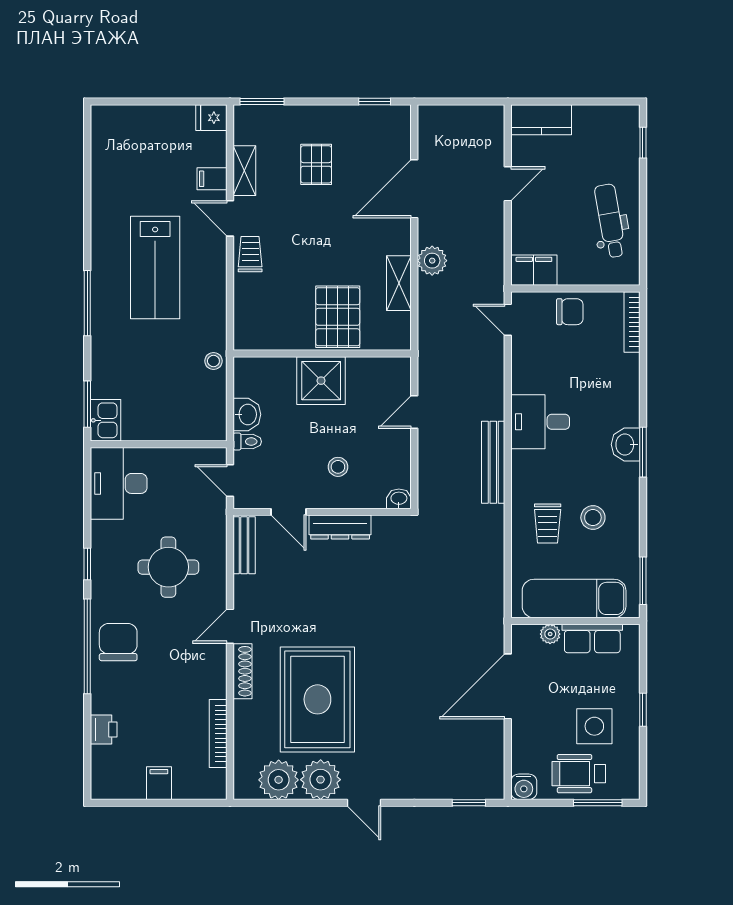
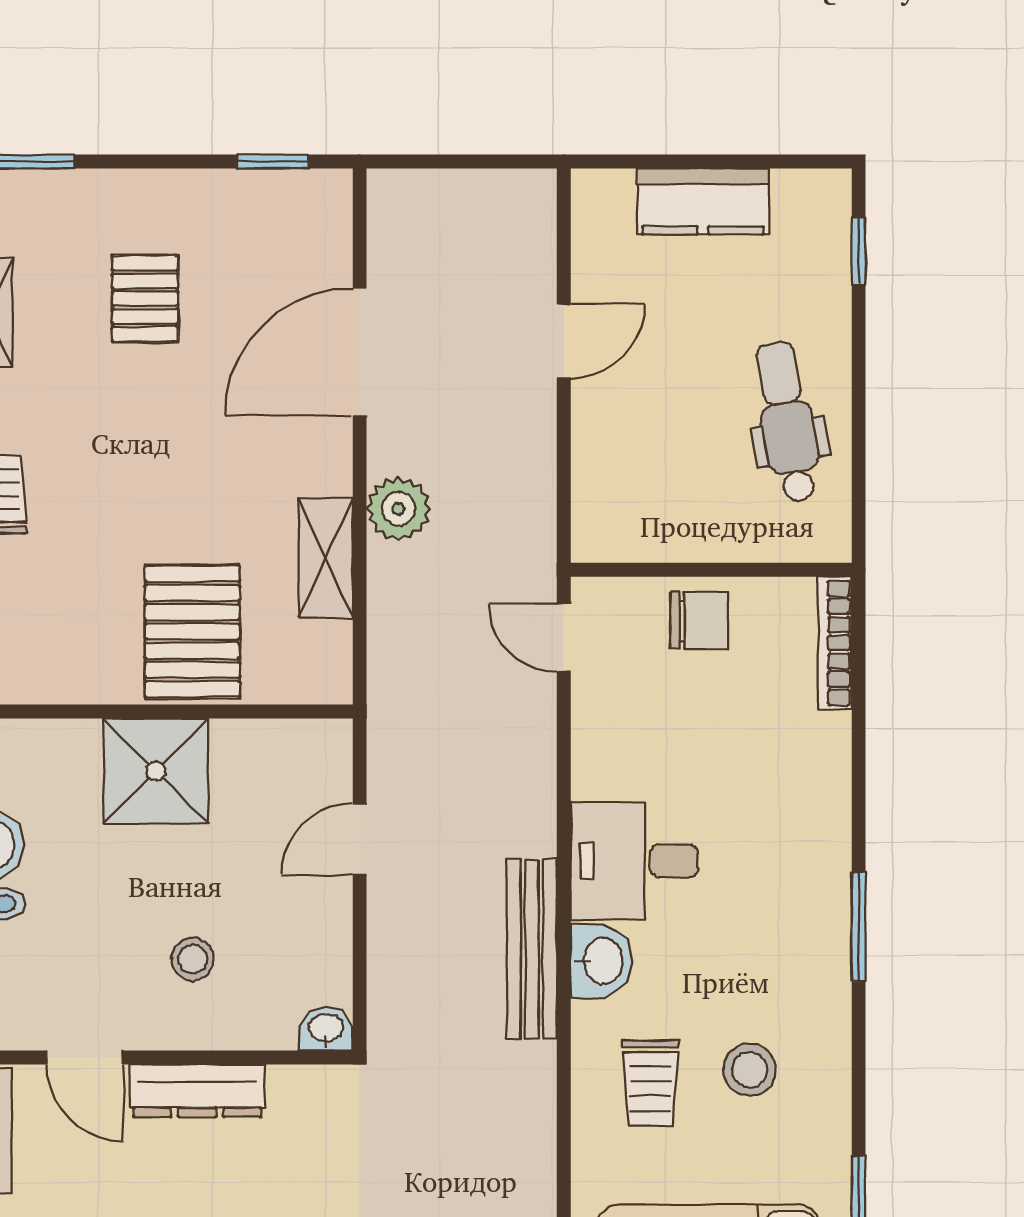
kitchen counter: (541, 120) -> (703, 201), moved
filing cabinet: (534, 270) -> (621, 529), removed
washbasin: (626, 444) -> (601, 961), moved, turned 180

